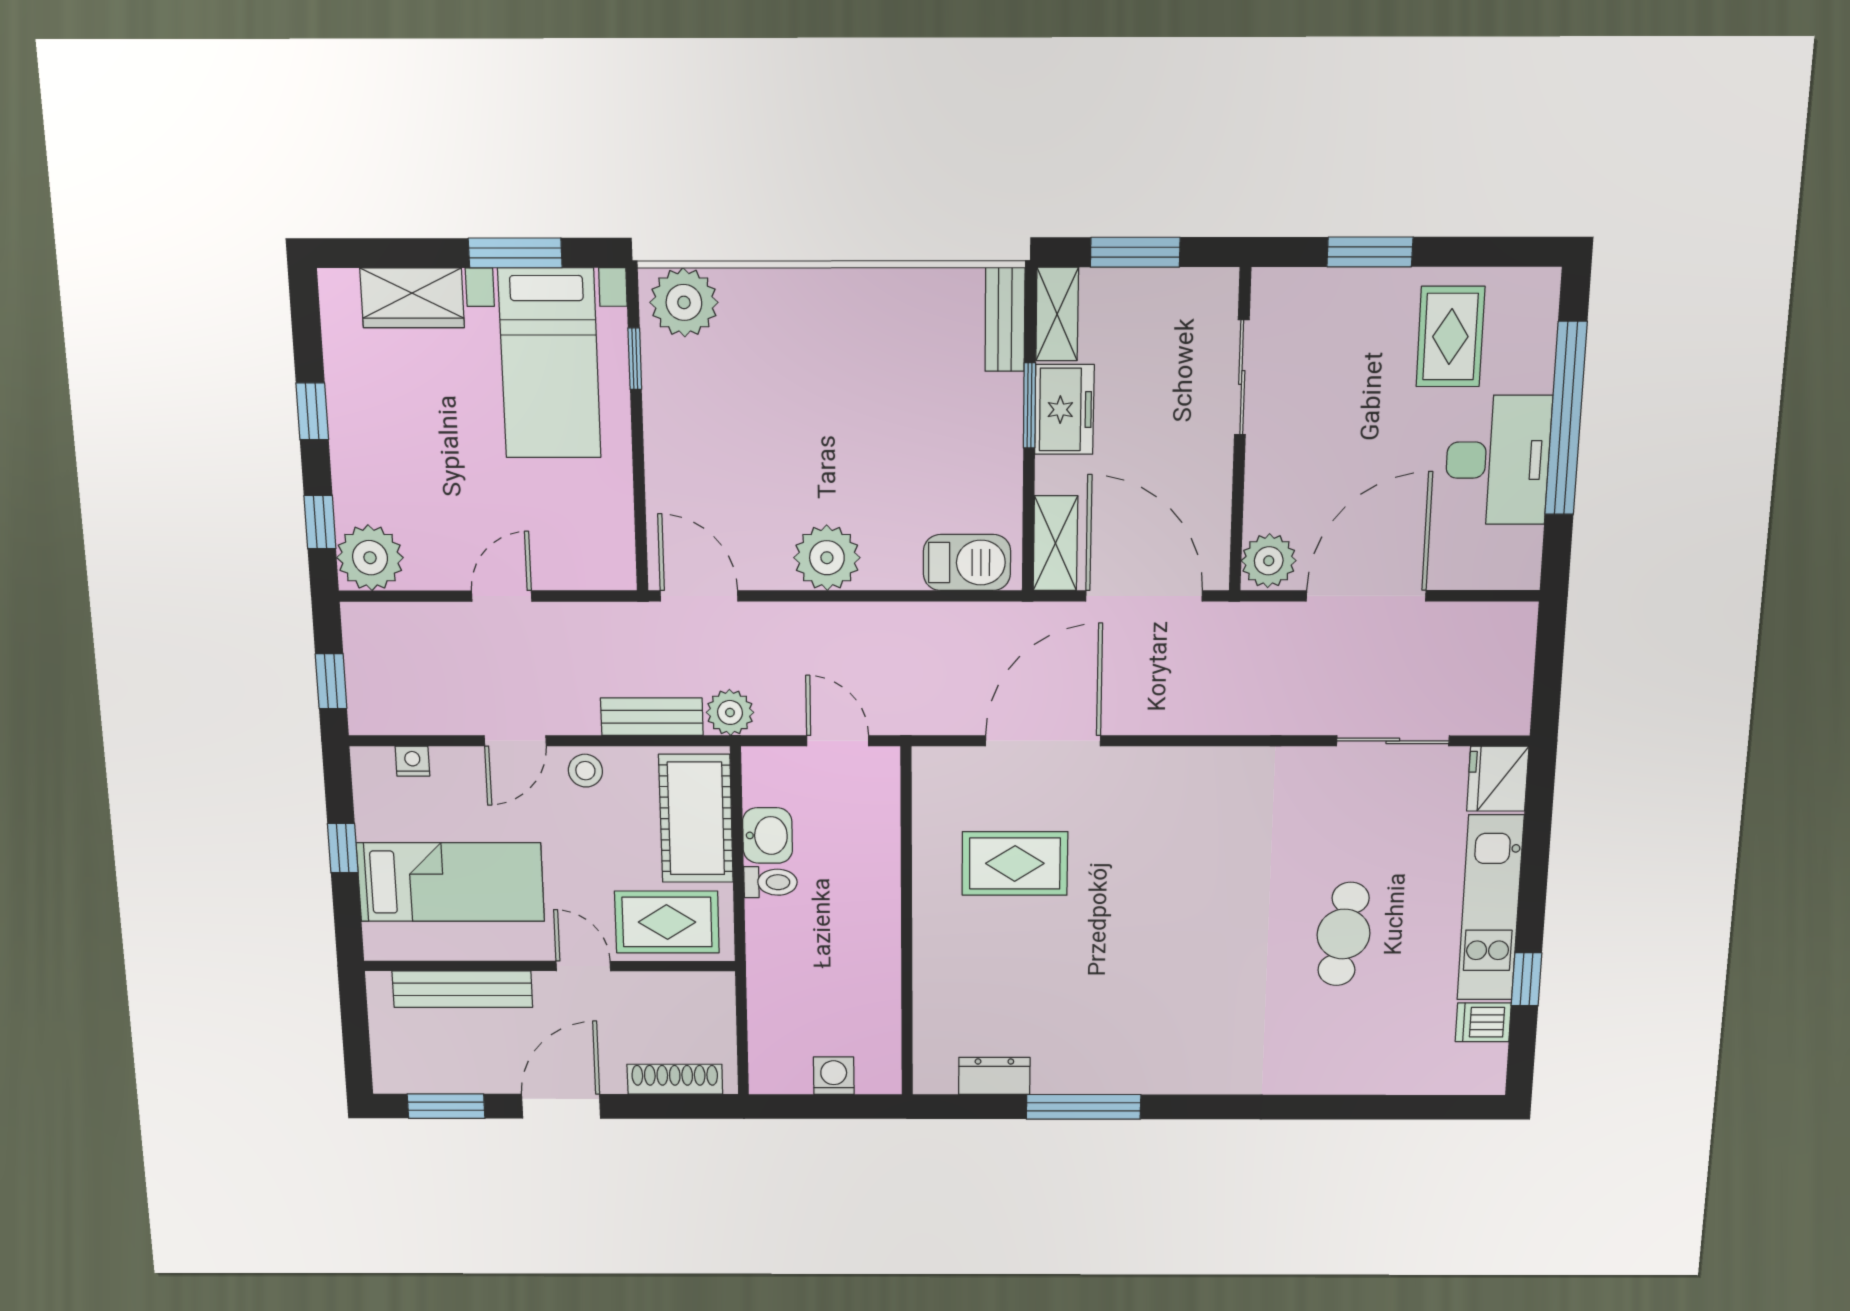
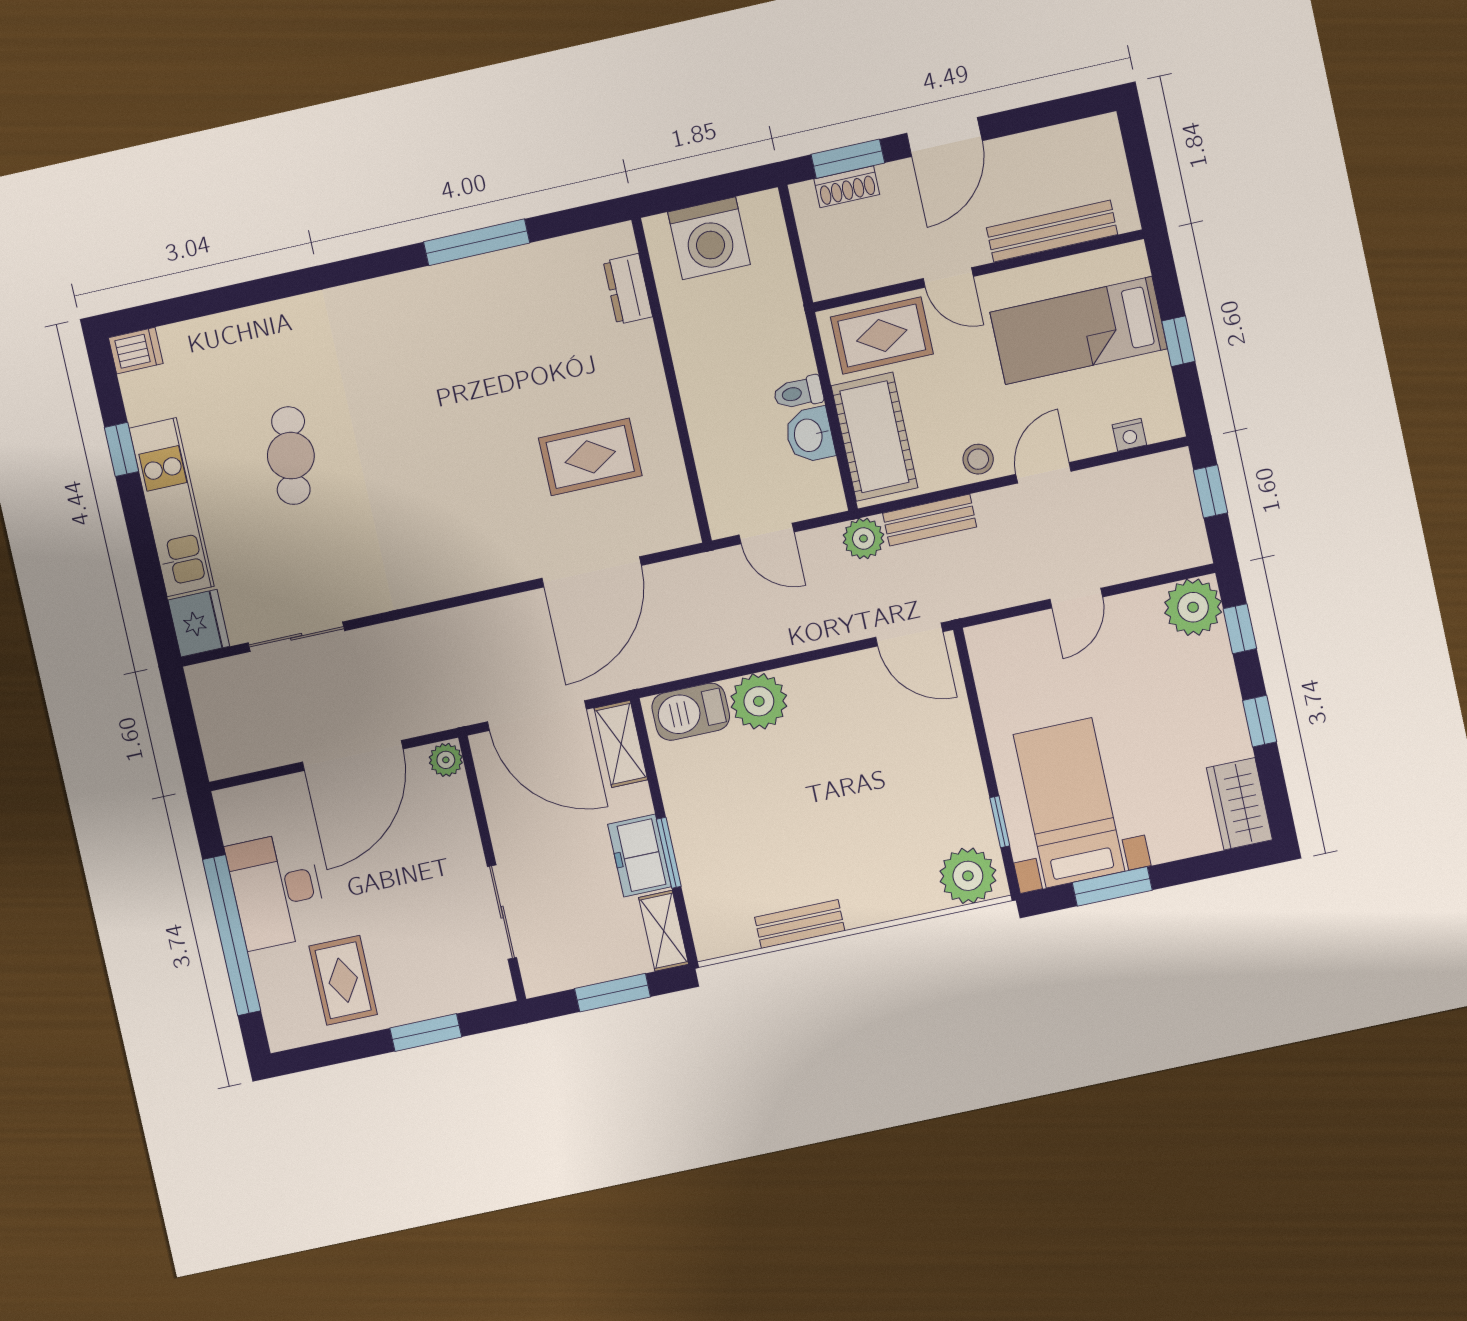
wardrobe: (412, 298) -> (1240, 804), moved, turned -90
bench: (1005, 319) -> (800, 924), moved, turned 90
plant: (827, 558) -> (759, 701), moved
plant: (1269, 561) -> (446, 760), width x0.73, depth x0.73
dishwasher: (1483, 1022) -> (136, 351), moved
washing machine: (834, 1076) -> (709, 238), width x1.89, depth x1.89
dresser: (994, 1076) -> (628, 289), moved, turned 90
shoe rack: (675, 1079) -> (847, 187), width x0.70
window: (446, 1106) -> (848, 159), moved

